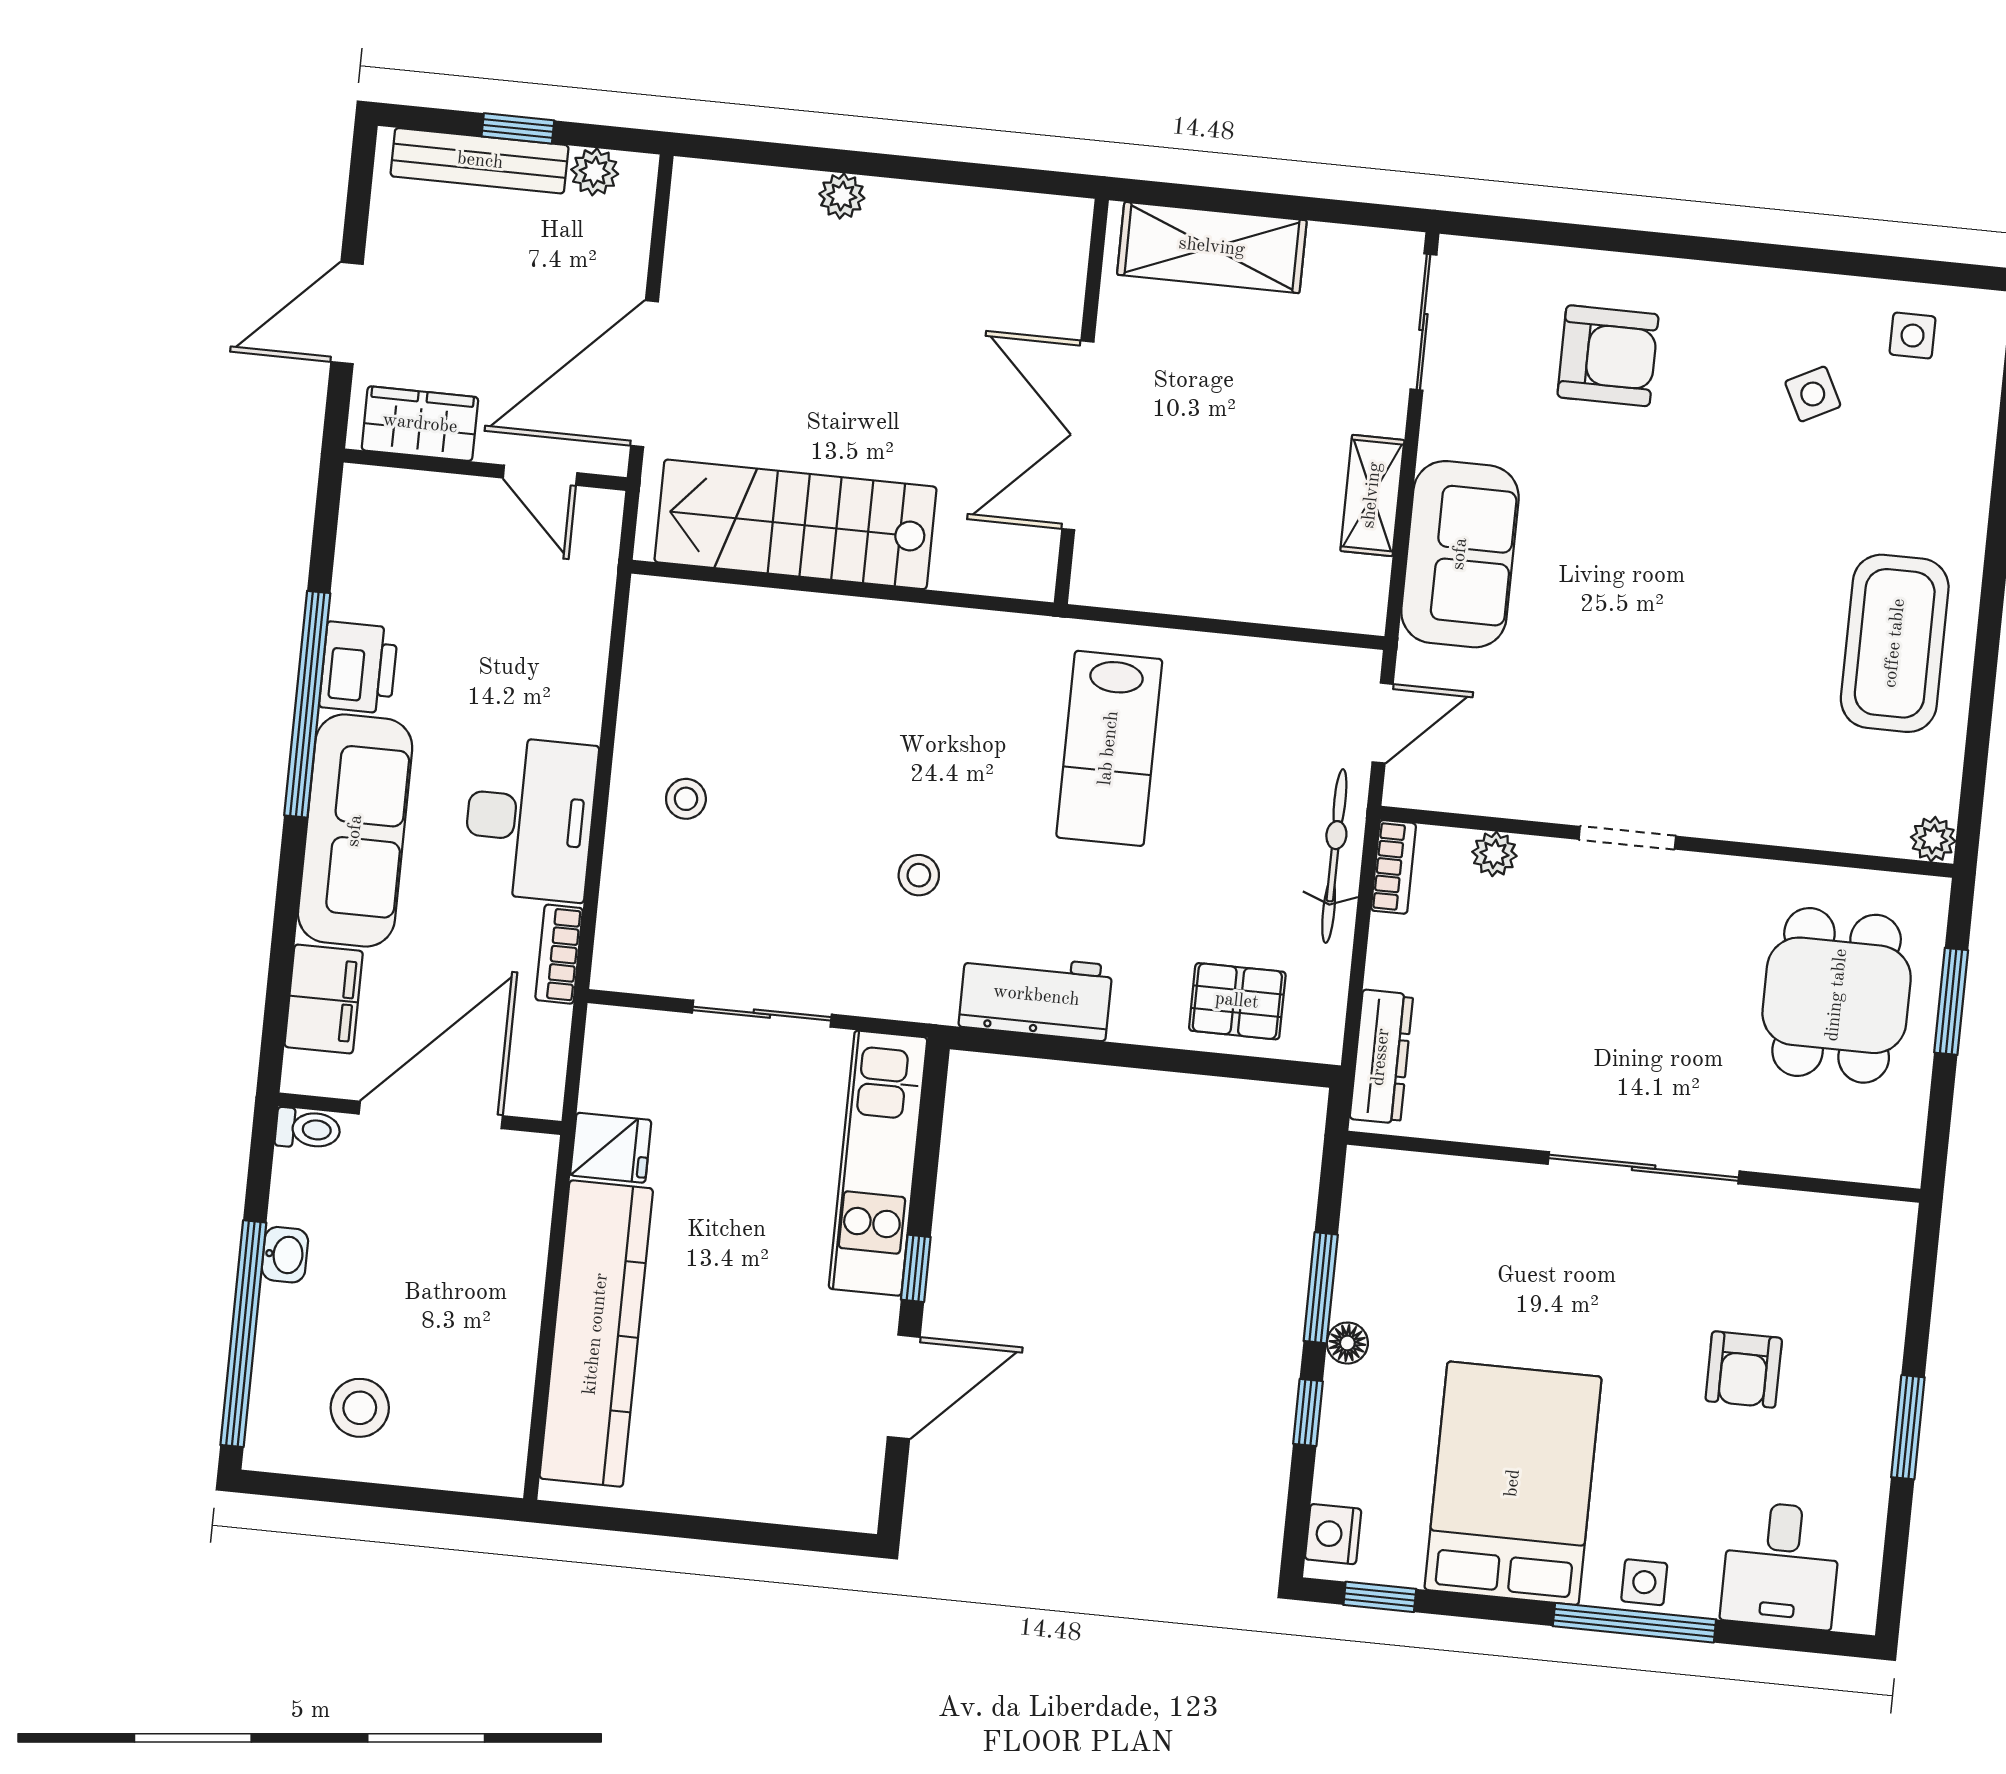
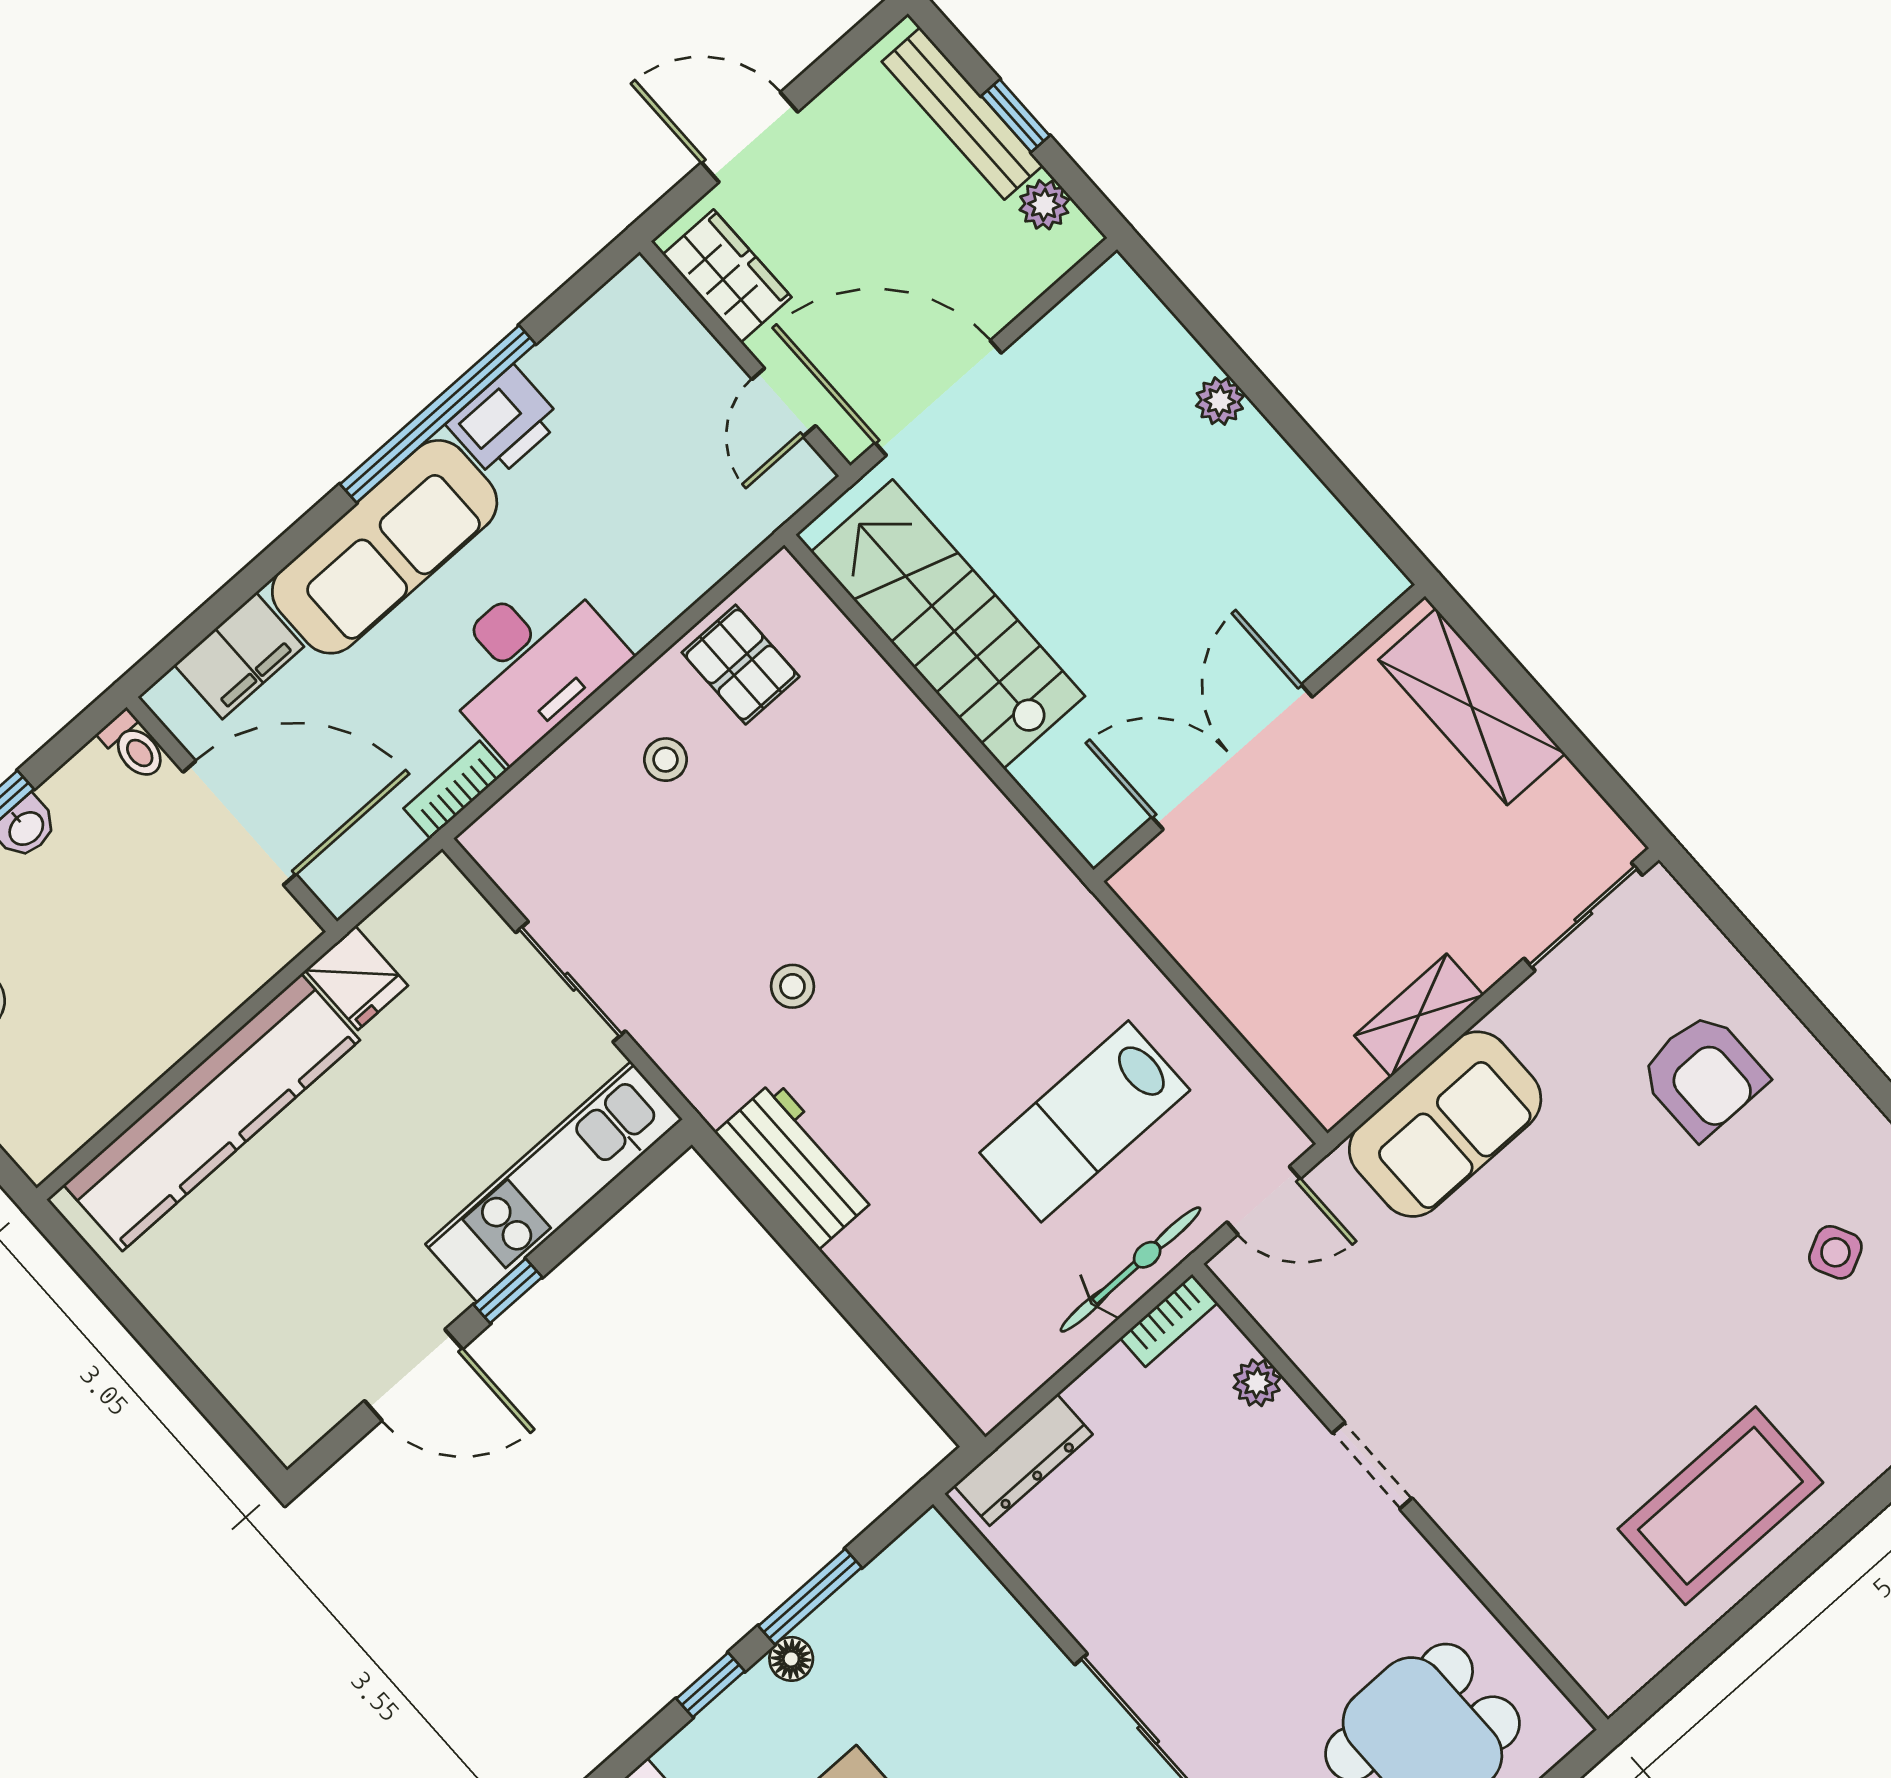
lab bench: (1109, 748) -> (1085, 1121), moved
plant: (1933, 839) -> (1610, 1686), removed
pallet: (1237, 1001) -> (741, 665), moved

